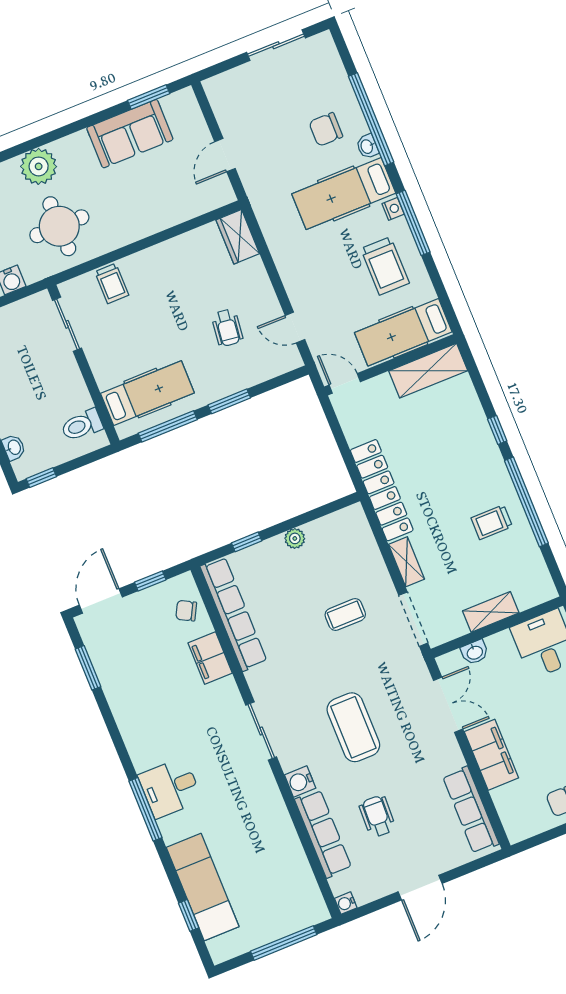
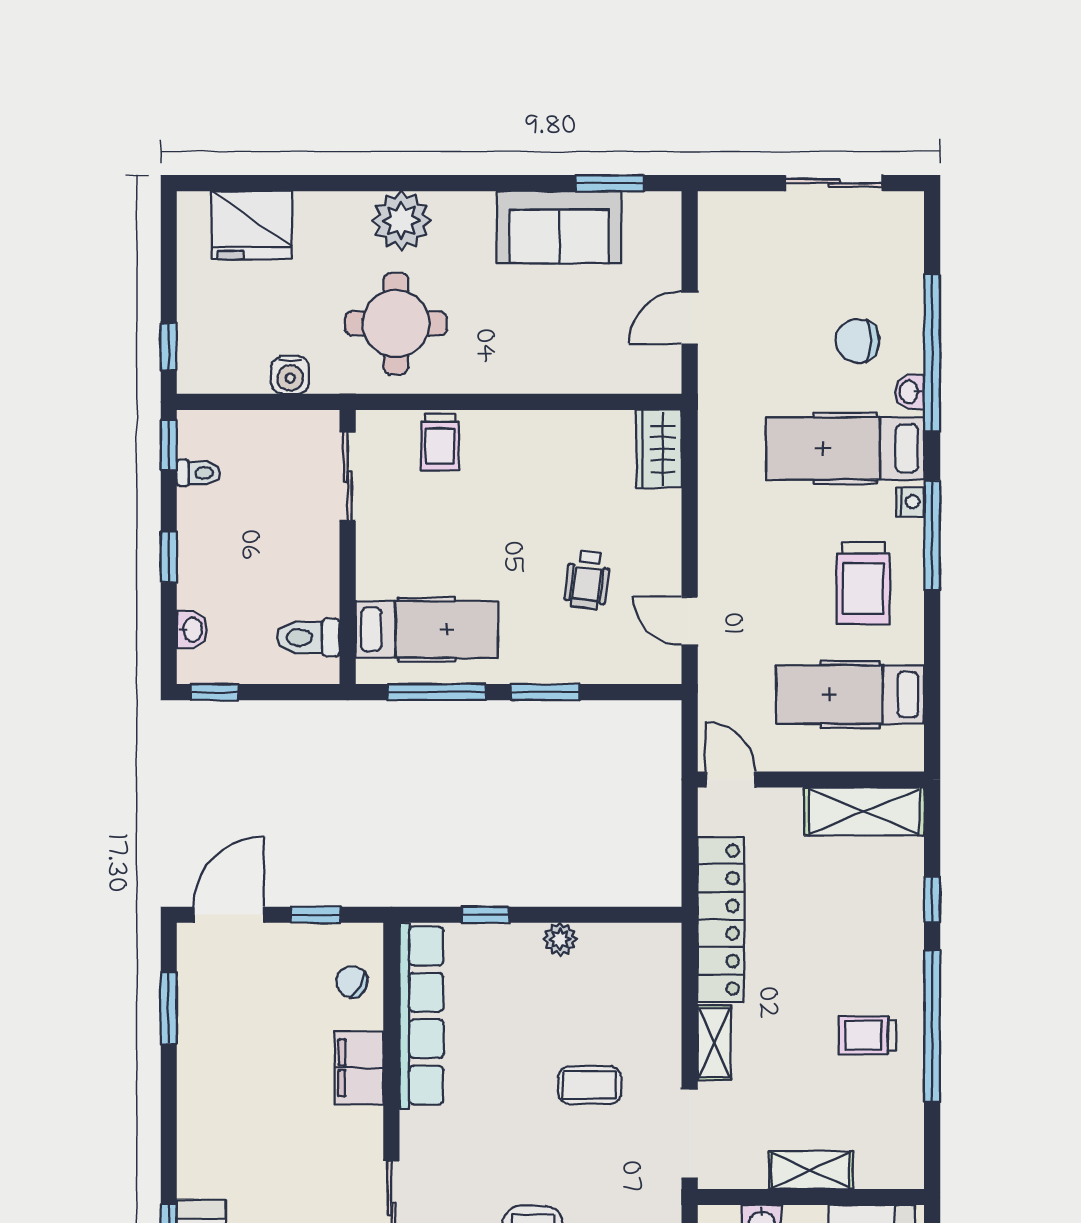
wall: (390, 365) -> (811, 780), moved
shelving: (428, 371) -> (864, 811), moved
door: (345, 383) -> (730, 780), moved

